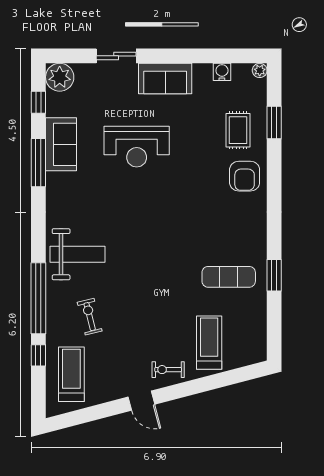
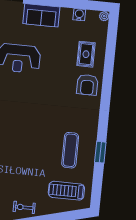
window: (274, 123) -> (110, 51), removed
exercise mat: (229, 277) -> (70, 150), turned 90
treadmill: (209, 343) -> (66, 191), moved, turned -90

